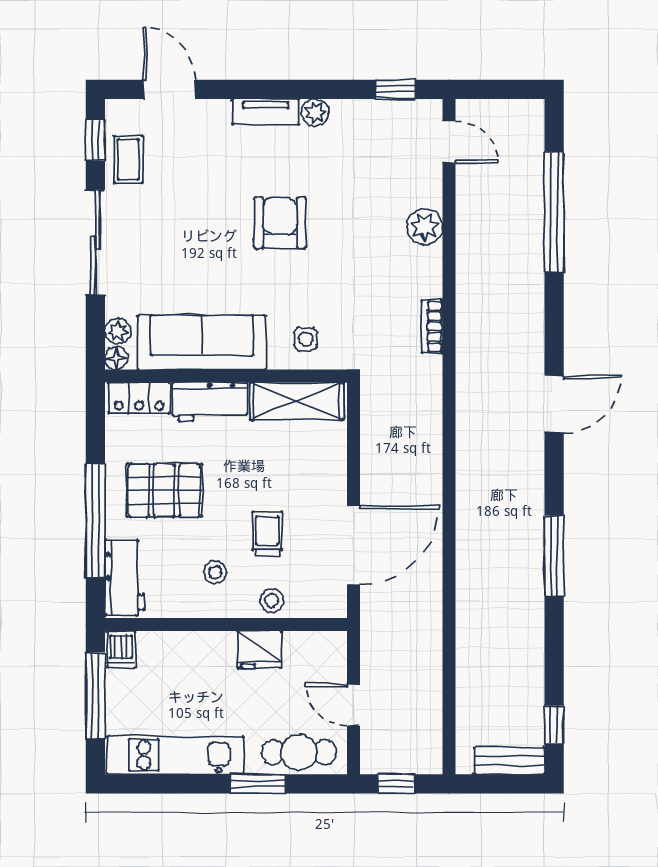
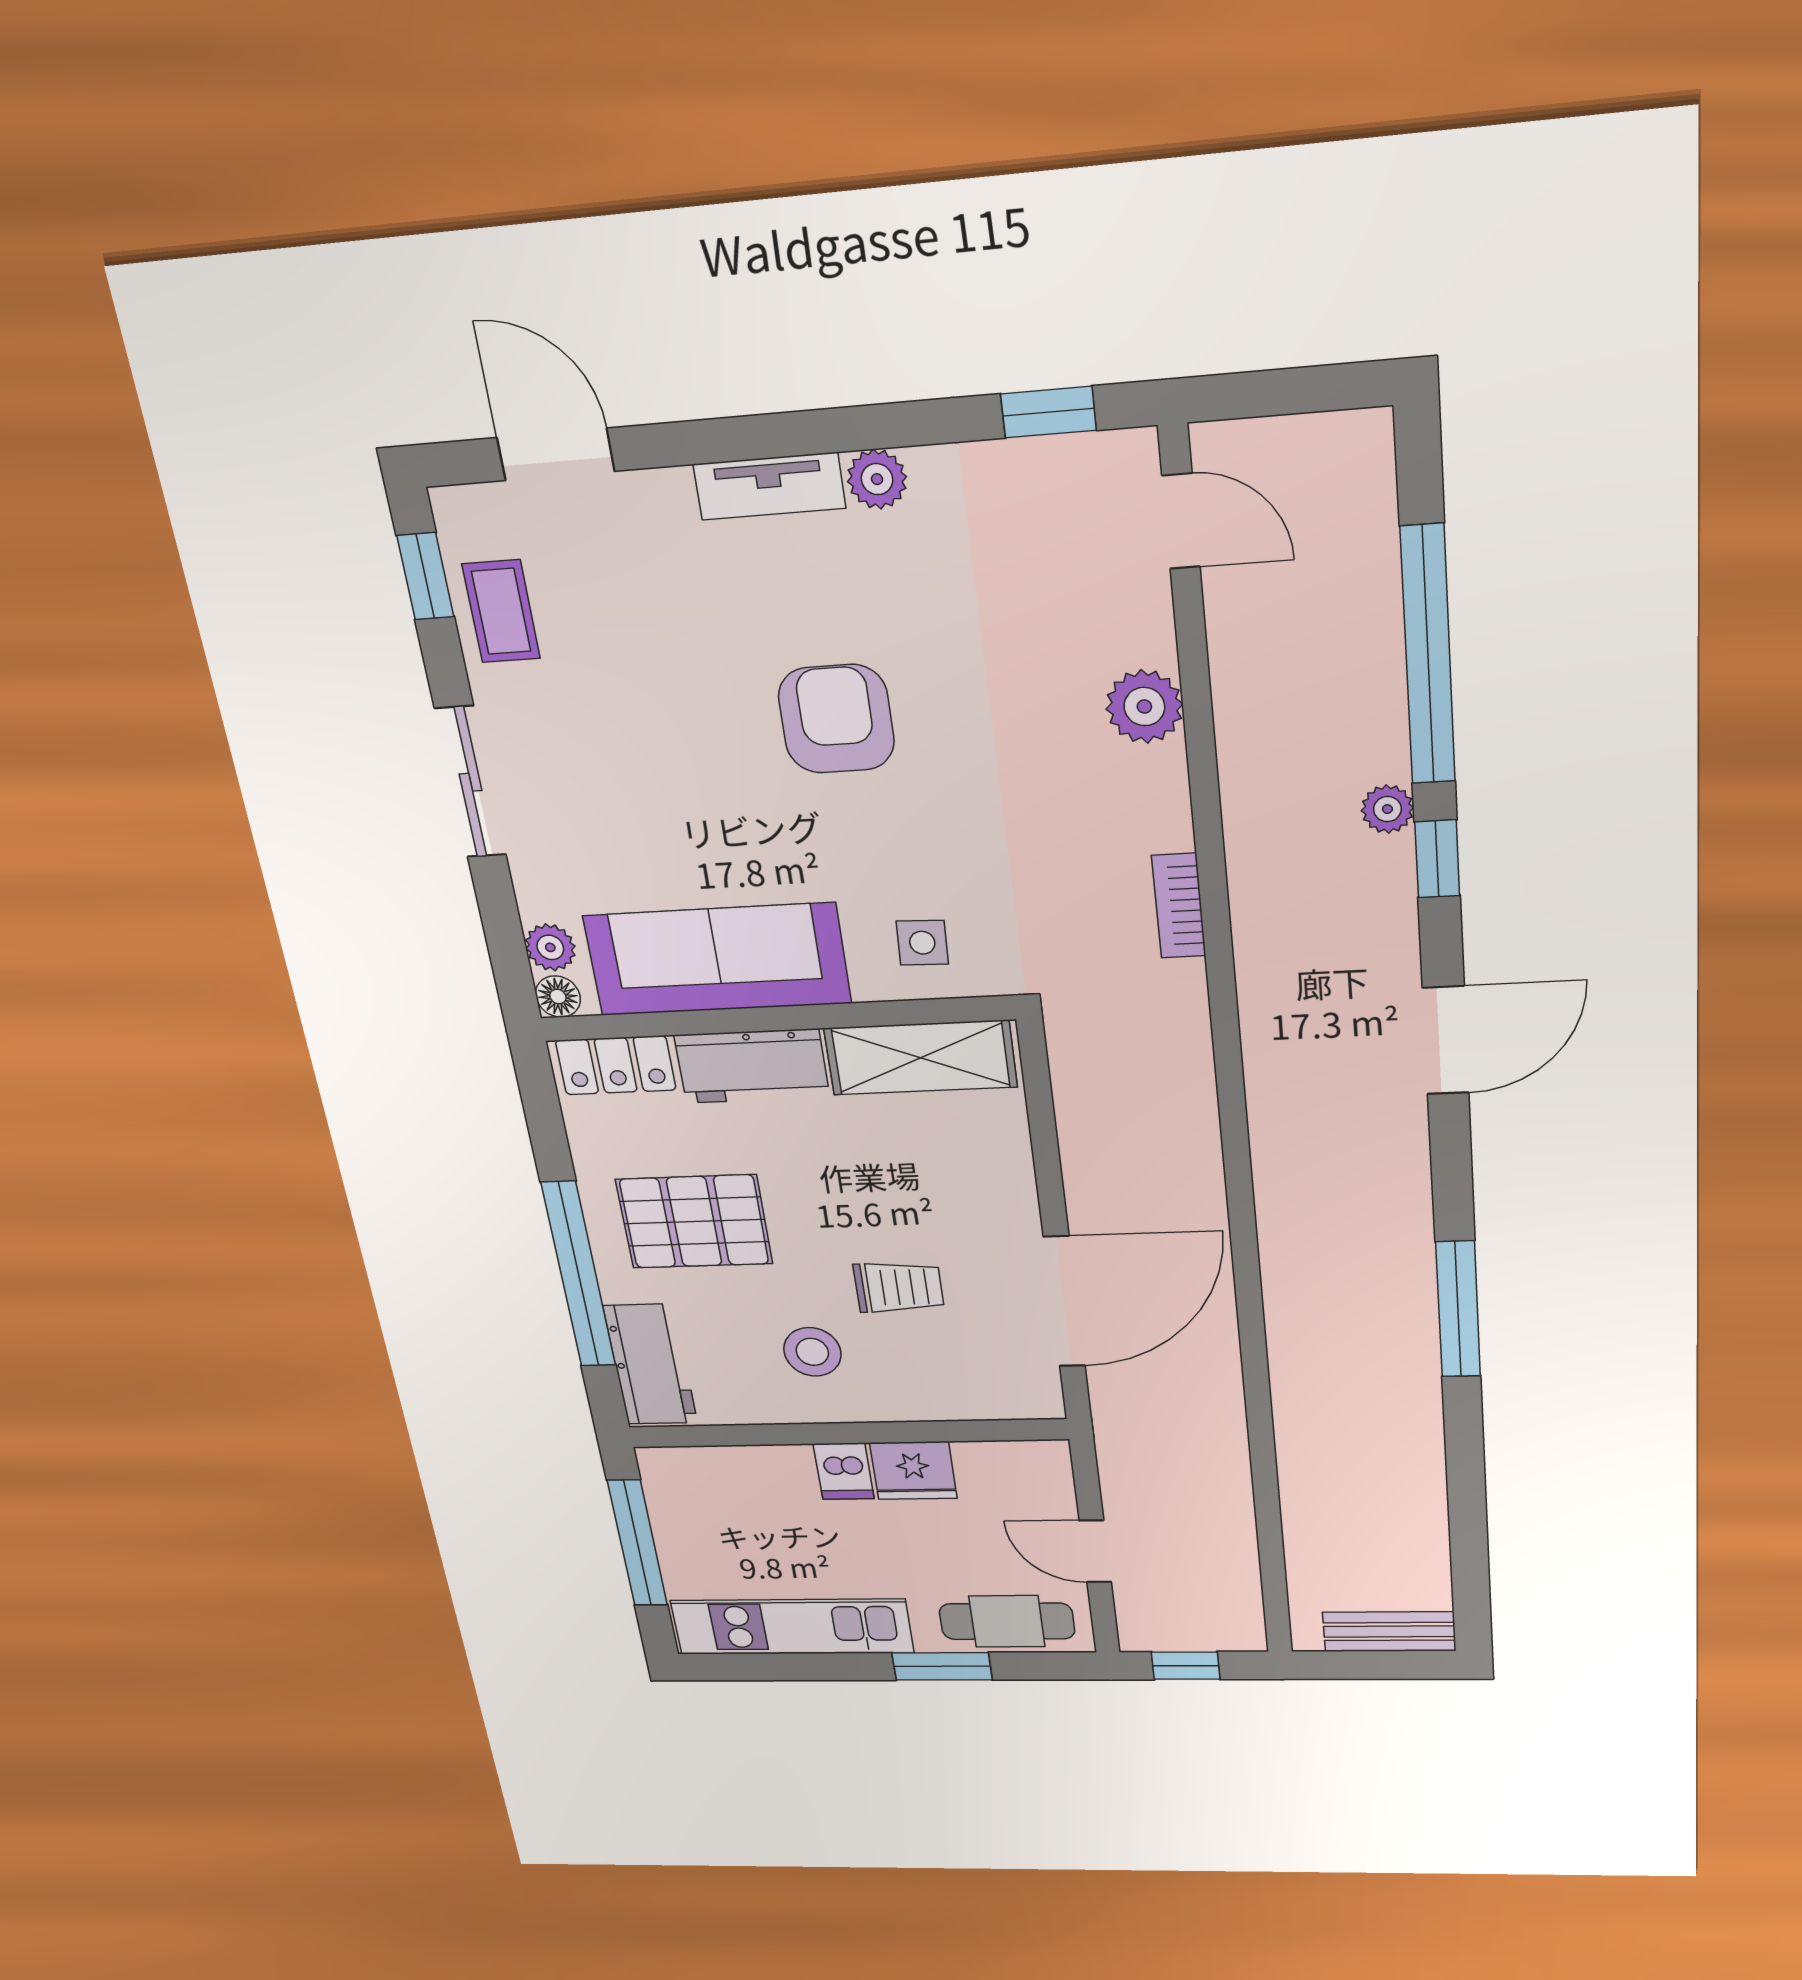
sliding door: (95, 242) -> (471, 782), width x0.73
plant: (533, 284) -> (1387, 809), added
trolley: (267, 534) -> (899, 1287), turned 90
stool: (215, 572) -> (812, 1352), width x1.37, depth x1.37
stool: (272, 601) -> (924, 1394), removed
dishwasher: (121, 649) -> (844, 1471), moved
window: (554, 725) -> (1437, 859), moved

